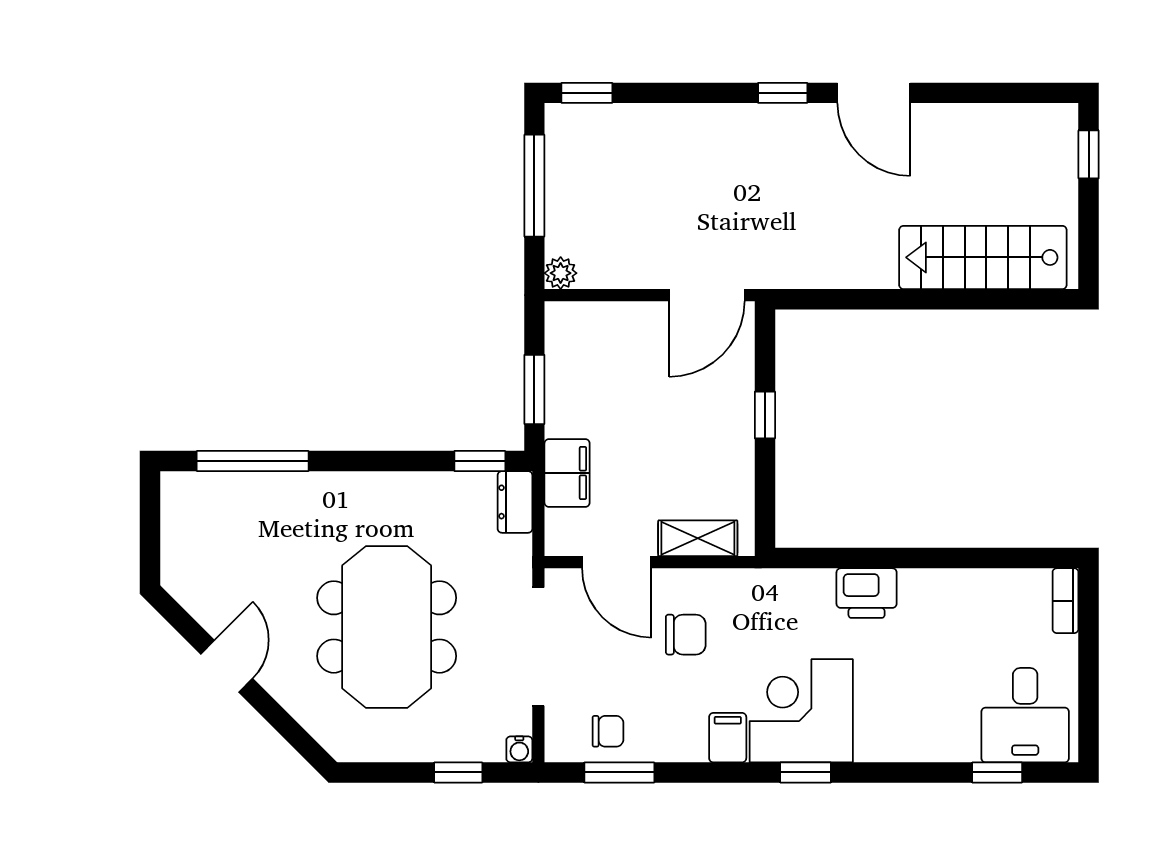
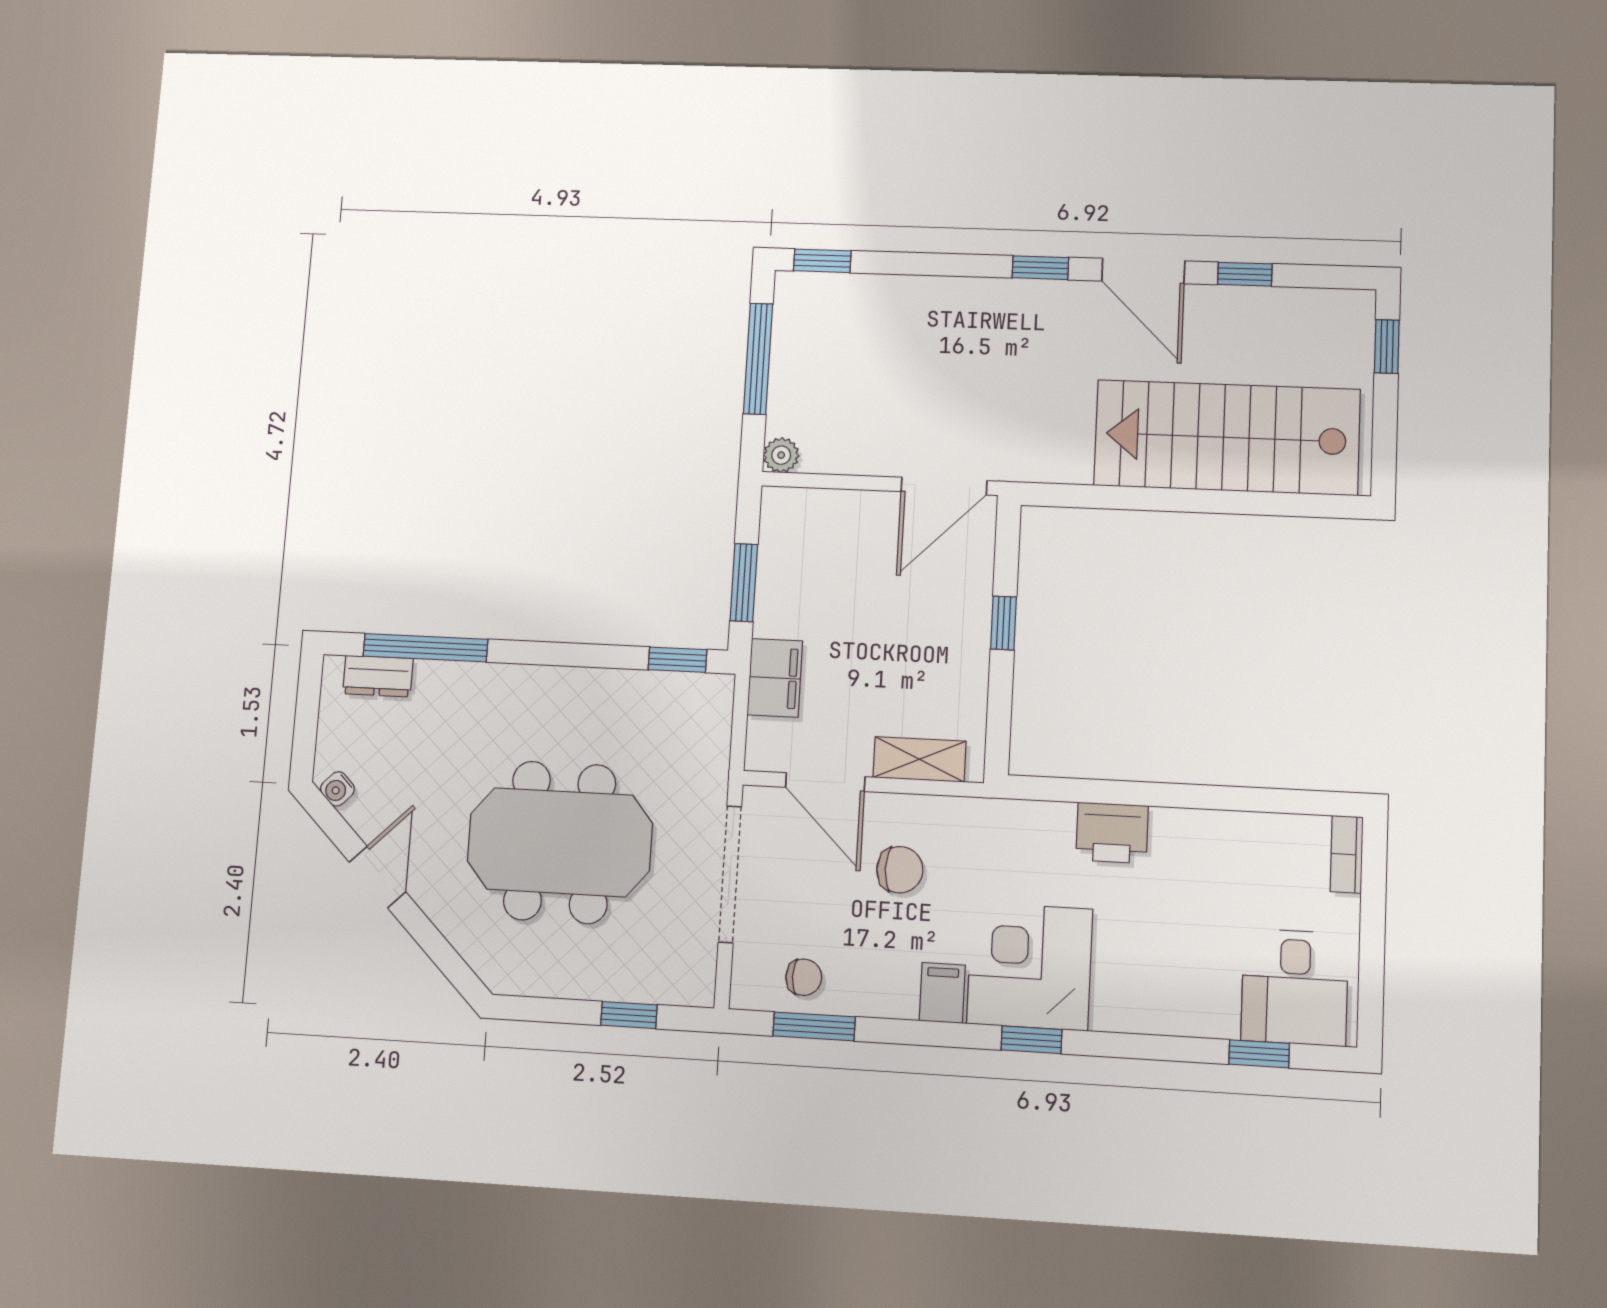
window: (963, 93) -> (1245, 274), added
stairs: (983, 257) -> (1227, 437), width x1.36, depth x1.51
dresser: (515, 502) -> (378, 676), moved, turned -90
meeting table: (387, 627) -> (560, 842), turned 90
water cooler: (519, 749) -> (337, 789), moved, turned 45

